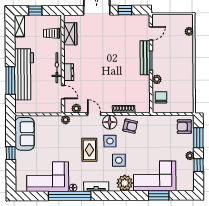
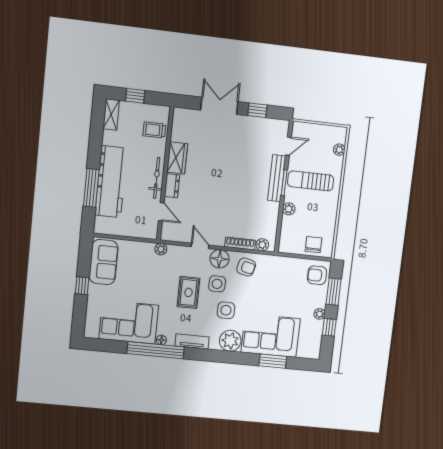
wardrobe: (70, 34) -> (177, 158), moved
sun lounger: (171, 57) -> (311, 181), added
chair: (161, 97) -> (313, 245), moved
plant: (76, 109) -> (262, 245), moved

